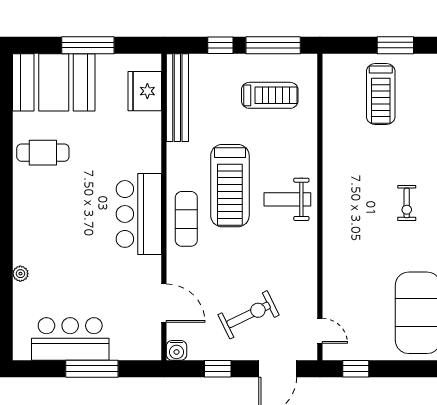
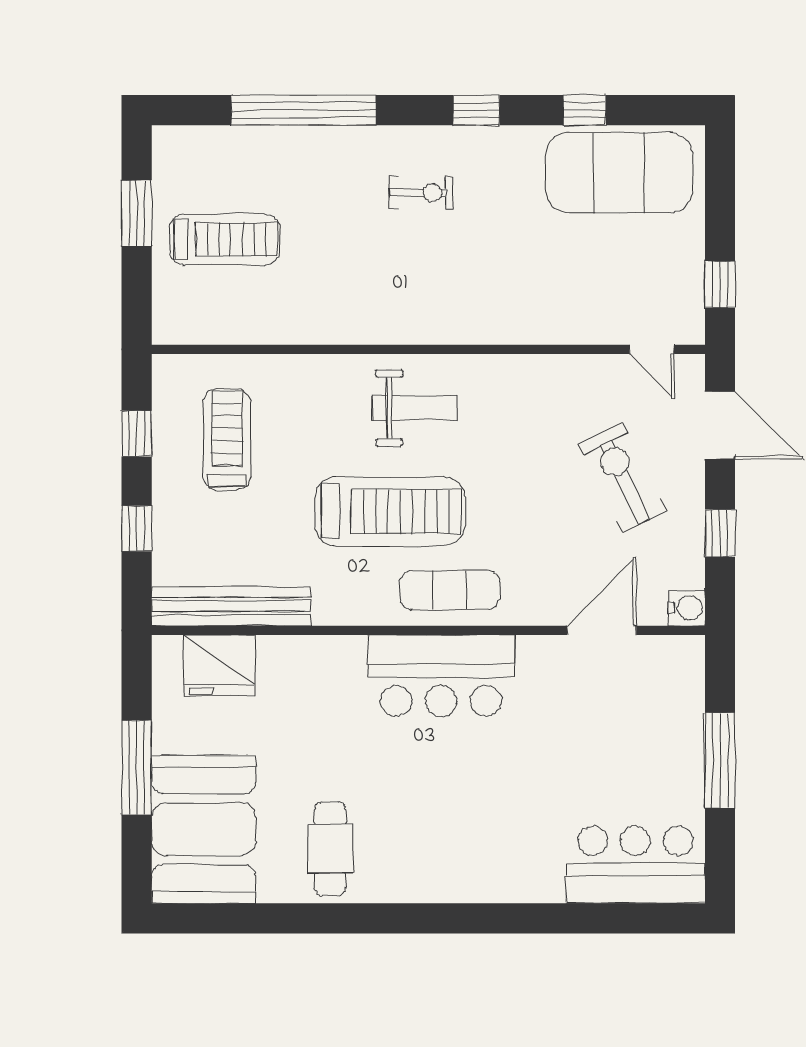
window: (273, 45) -> (137, 434), width x0.46
weight bench: (287, 199) -> (415, 408), turned -90
plant: (20, 274) -> (548, 889), removed
door: (320, 331) -> (652, 349), swing flipped
bar counter: (70, 339) -> (635, 865), moved, turned 90

